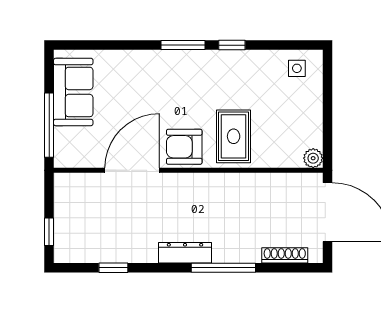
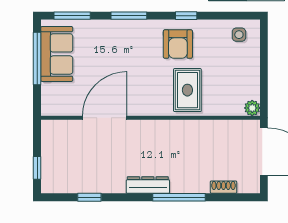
window: (92, 45) -> (72, 16), added
window: (183, 45) -> (129, 16), moved
window: (49, 125) -> (37, 58), moved
armchair: (184, 147) -> (178, 44), moved, turned -90
shoe rack: (285, 255) -> (224, 187), width x0.70

